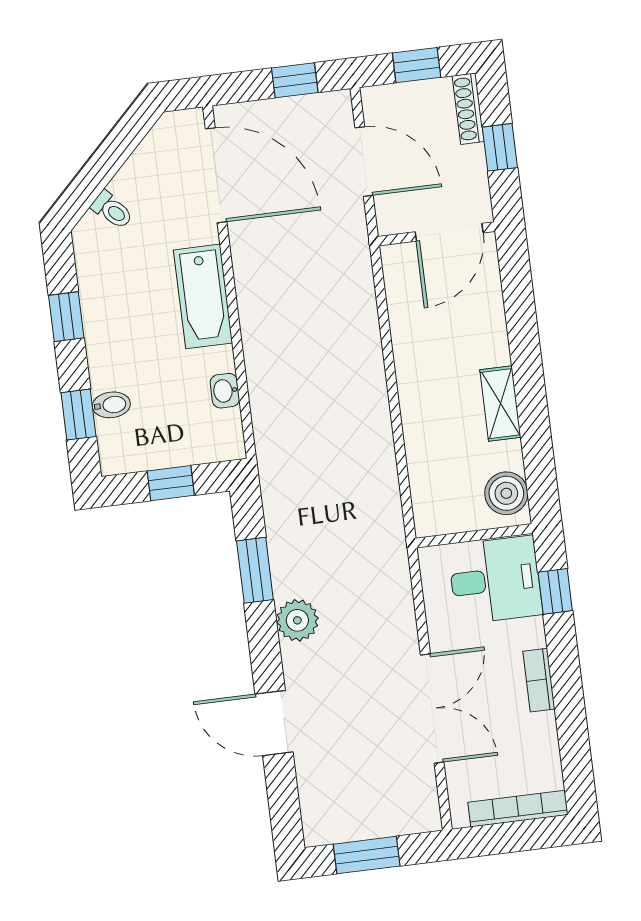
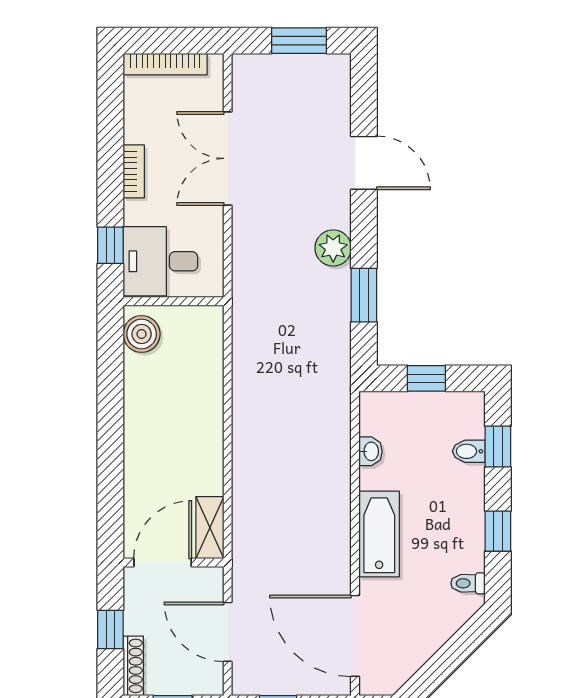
toilet: (112, 210) -> (468, 583), moved, turned -45
shelving: (500, 404) -> (210, 528), moved

